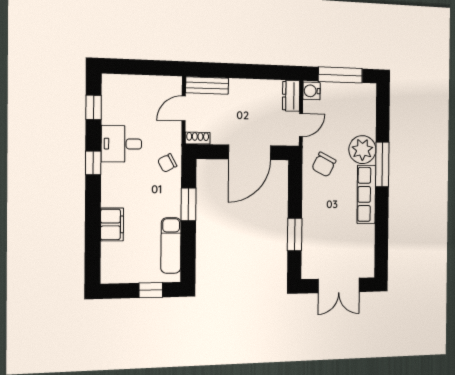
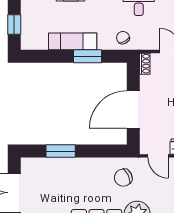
door: (250, 152) -> (133, 110), hinge flipped
chair: (324, 164) -> (123, 178), turned -53
exam couch: (171, 245) -> (73, 41), moved

